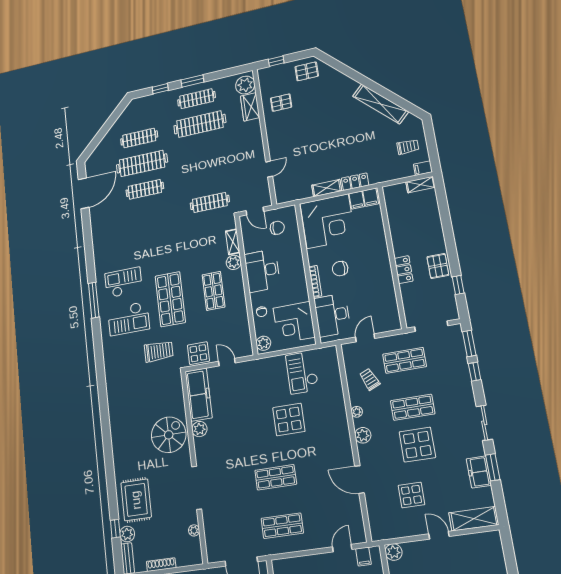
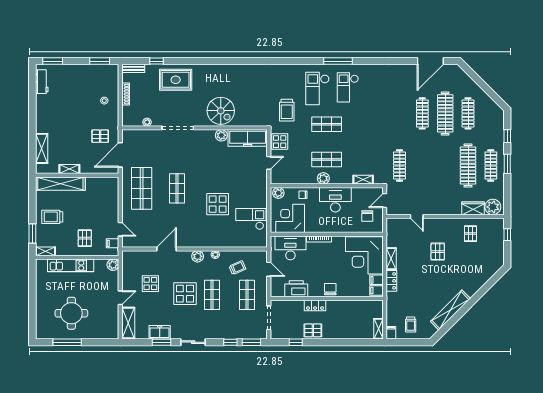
pallet: (307, 71) -> (438, 252), moved
door: (84, 193) -> (430, 61), hinge flipped
plant: (234, 262) -> (323, 178), moved
chair: (340, 269) -> (330, 289), moved
checkout: (123, 282) -> (348, 87), turned 180
printer: (385, 298) -> (296, 289), added
shop shelf: (170, 299) -> (327, 124), width x0.70, depth x0.74
shop shelf: (282, 526) -> (142, 188), width x1.43, depth x1.36
plant: (127, 534) -> (151, 70), removed

